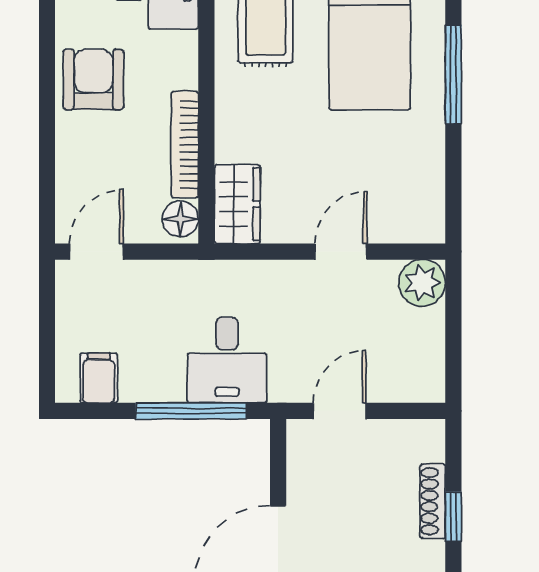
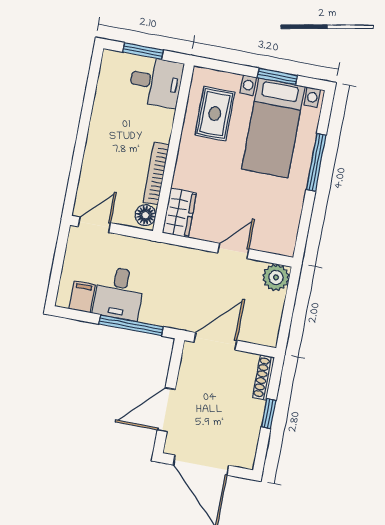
armchair: (93, 79) -> (111, 127), removed
desk: (227, 360) -> (119, 293), moved
door: (340, 411) -> (215, 341), width x1.38
shoe rack: (433, 501) -> (263, 378), moved

